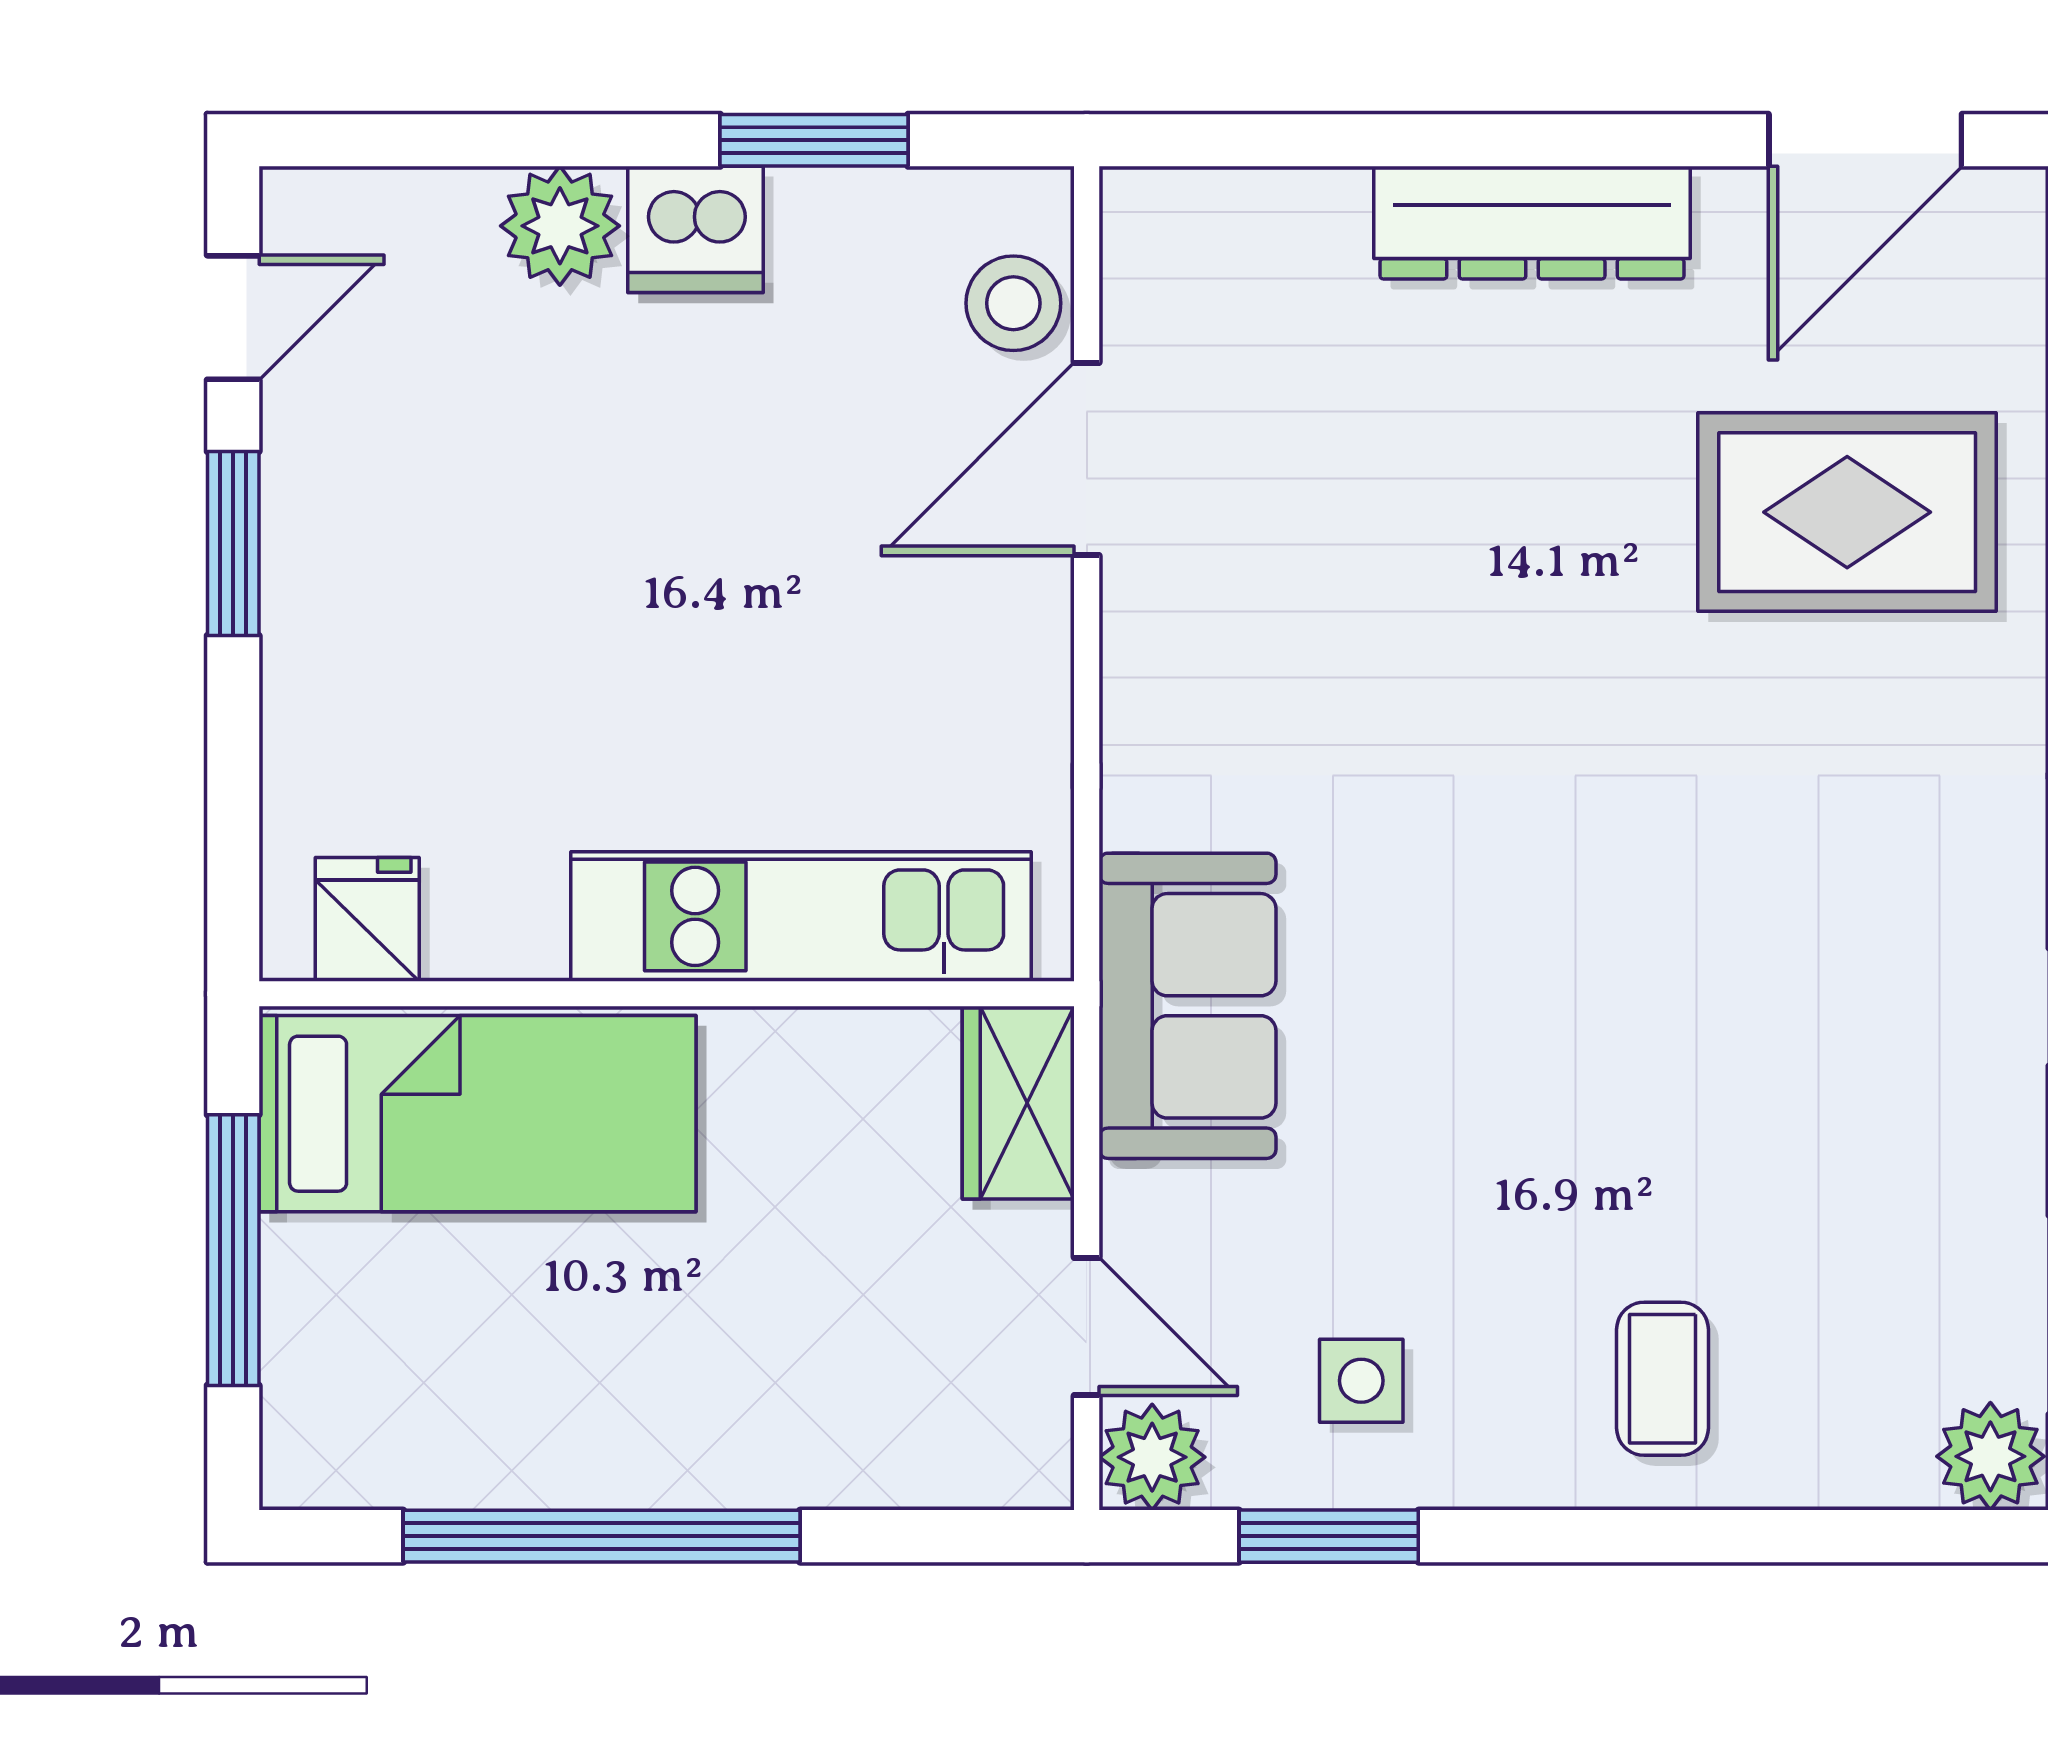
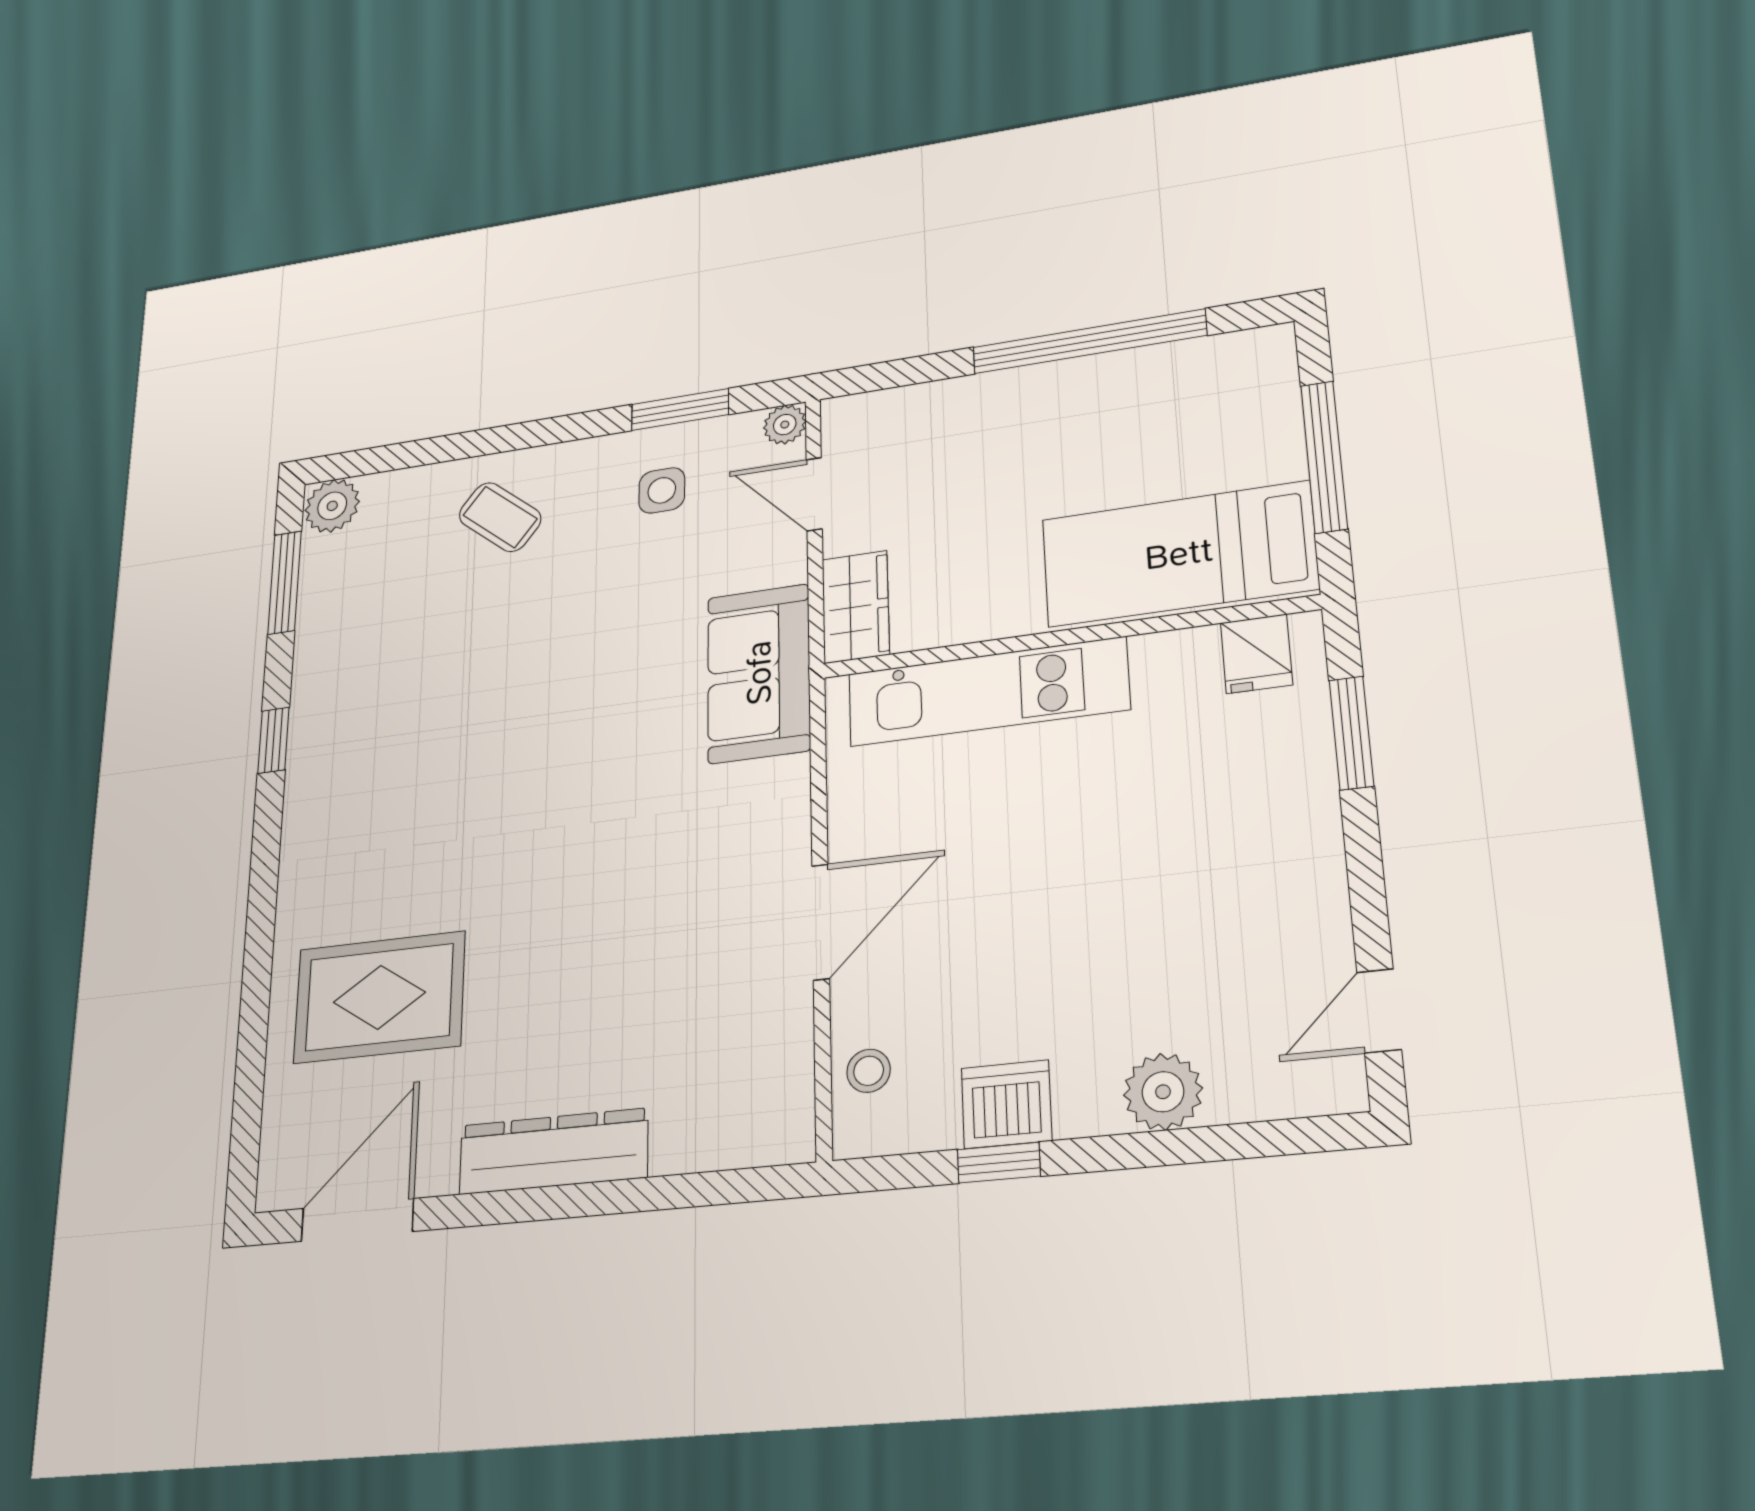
window: (814, 140) -> (999, 1163), width x0.67
dishwasher: (695, 229) -> (1006, 1104), moved
stool: (1013, 303) -> (869, 1071), width x0.73, depth x0.73
door: (1087, 459) -> (821, 922), moved
window: (233, 544) -> (1351, 733), moved
coffee table: (1663, 1379) -> (500, 517), turned -51
plant: (1152, 1457) -> (785, 425), width x0.73, depth x0.73

